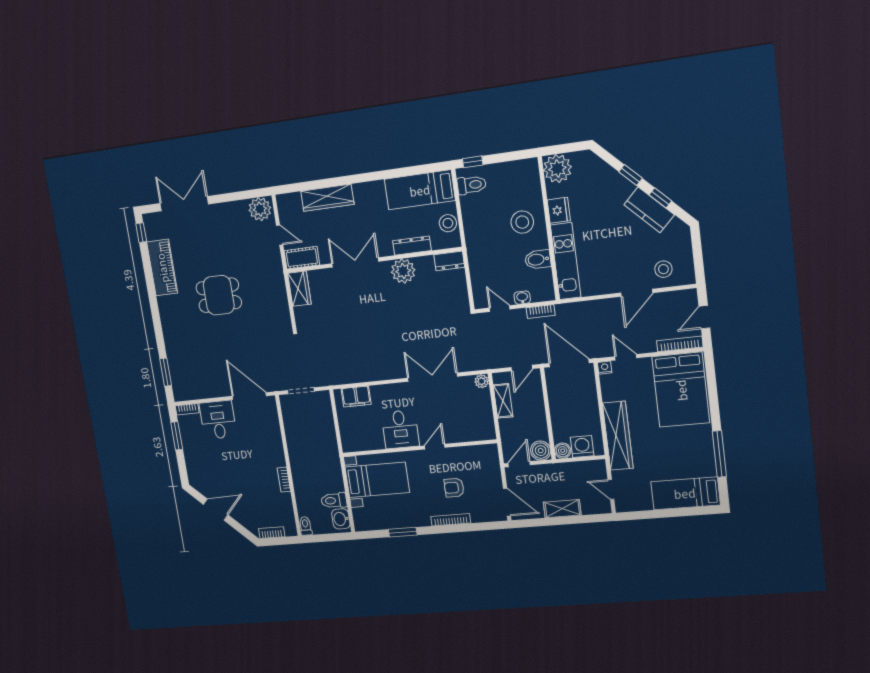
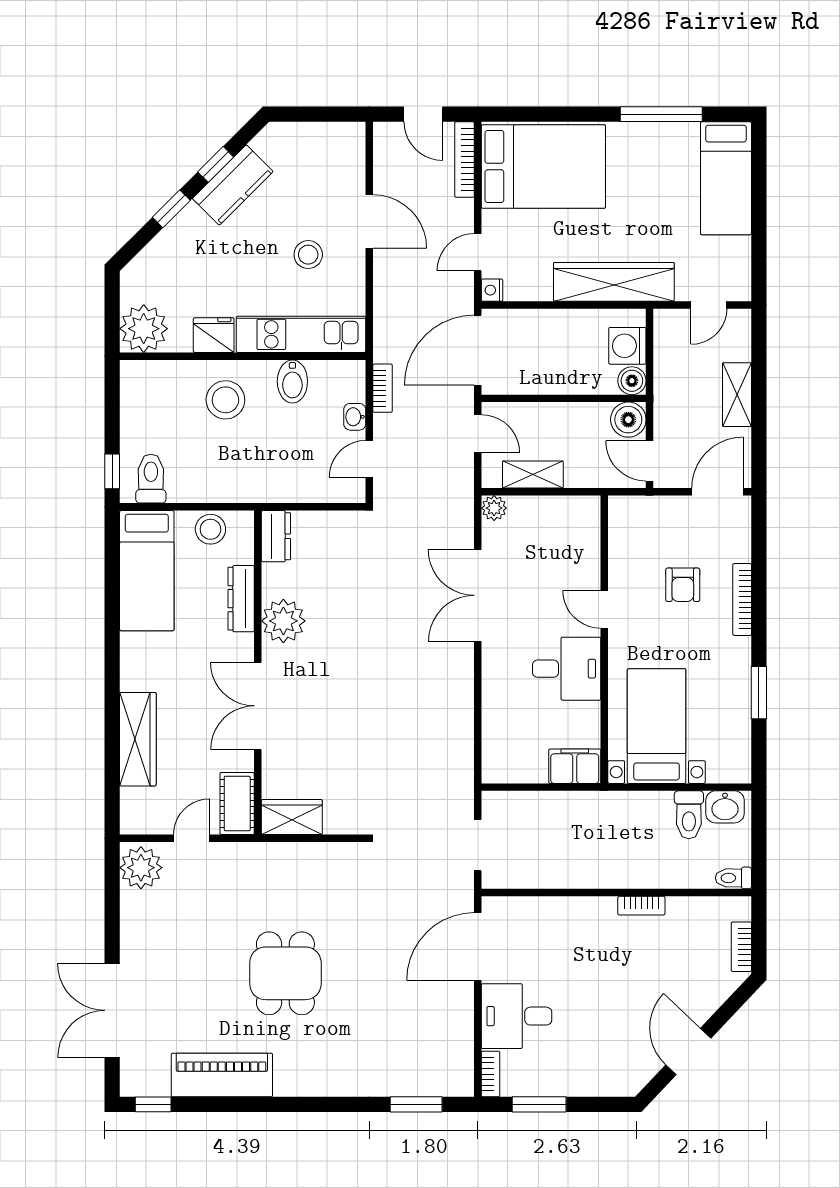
stool: (663, 269) -> (308, 255), moved
filing cabinet: (356, 396) -> (575, 766), moved, turned -90

